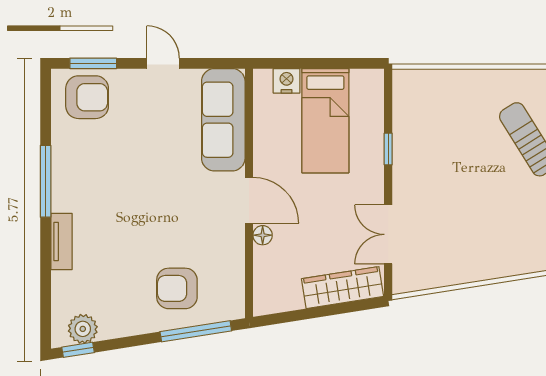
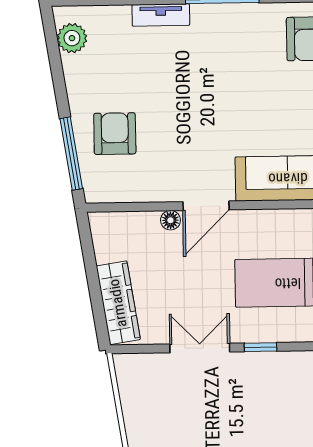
double door: (388, 234) -> (200, 348), moved
window: (78, 350) -> (50, 34), removed

